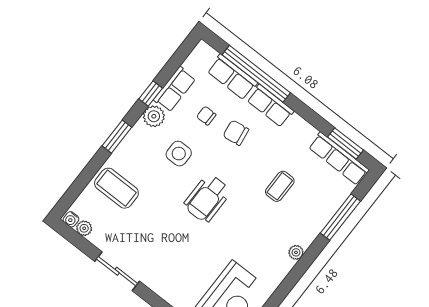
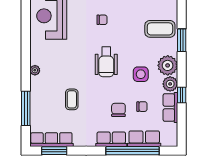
chair: (236, 133) -> (118, 110), turned -82
window: (117, 137) -> (182, 40), moved
plant: (140, 140) -> (168, 65), added
wheelchair: (207, 198) -> (106, 62), turned 180
chair: (174, 250) -> (102, 20), added

